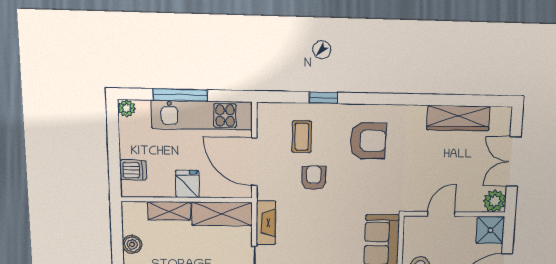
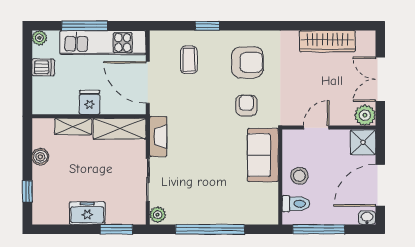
dishwasher: (133, 170) -> (43, 67), moved
armchair: (314, 178) -> (246, 106), moved

